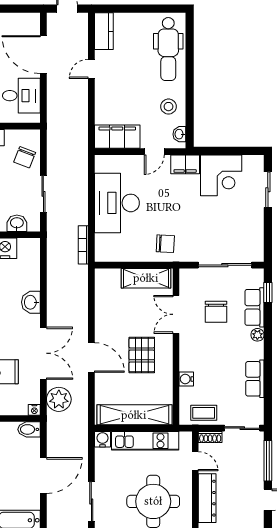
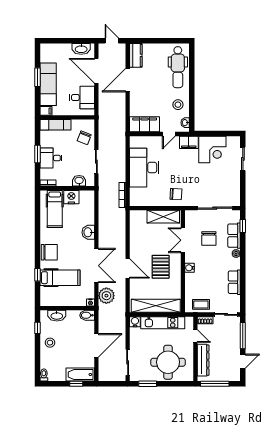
washbasin: (20, 21) -> (81, 49), added
door: (91, 69) -> (128, 80), width x1.88
water cooler: (186, 379) -> (190, 268), moved

